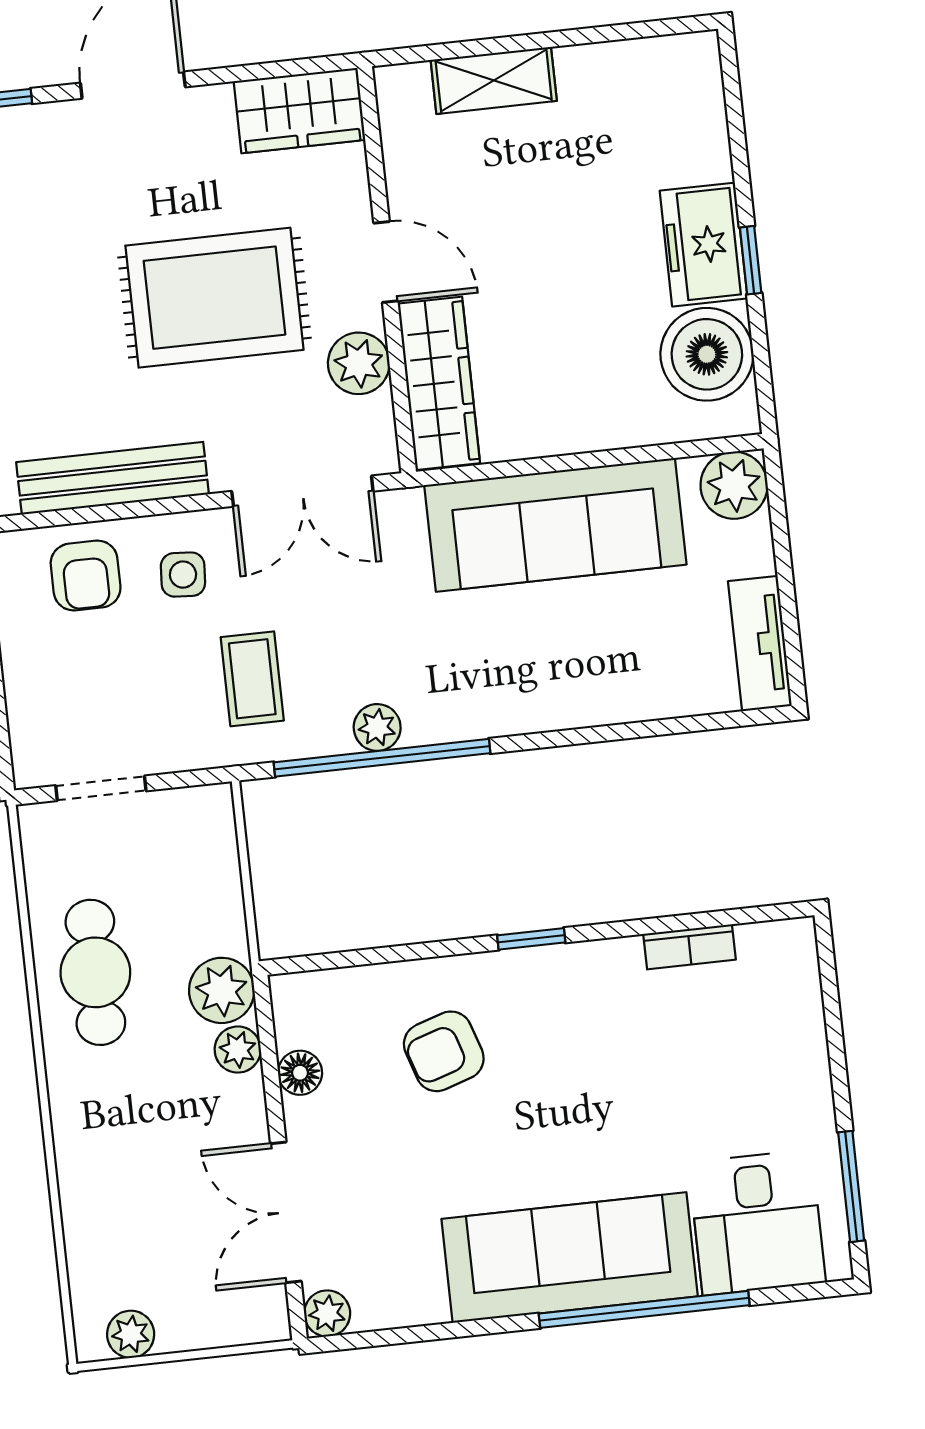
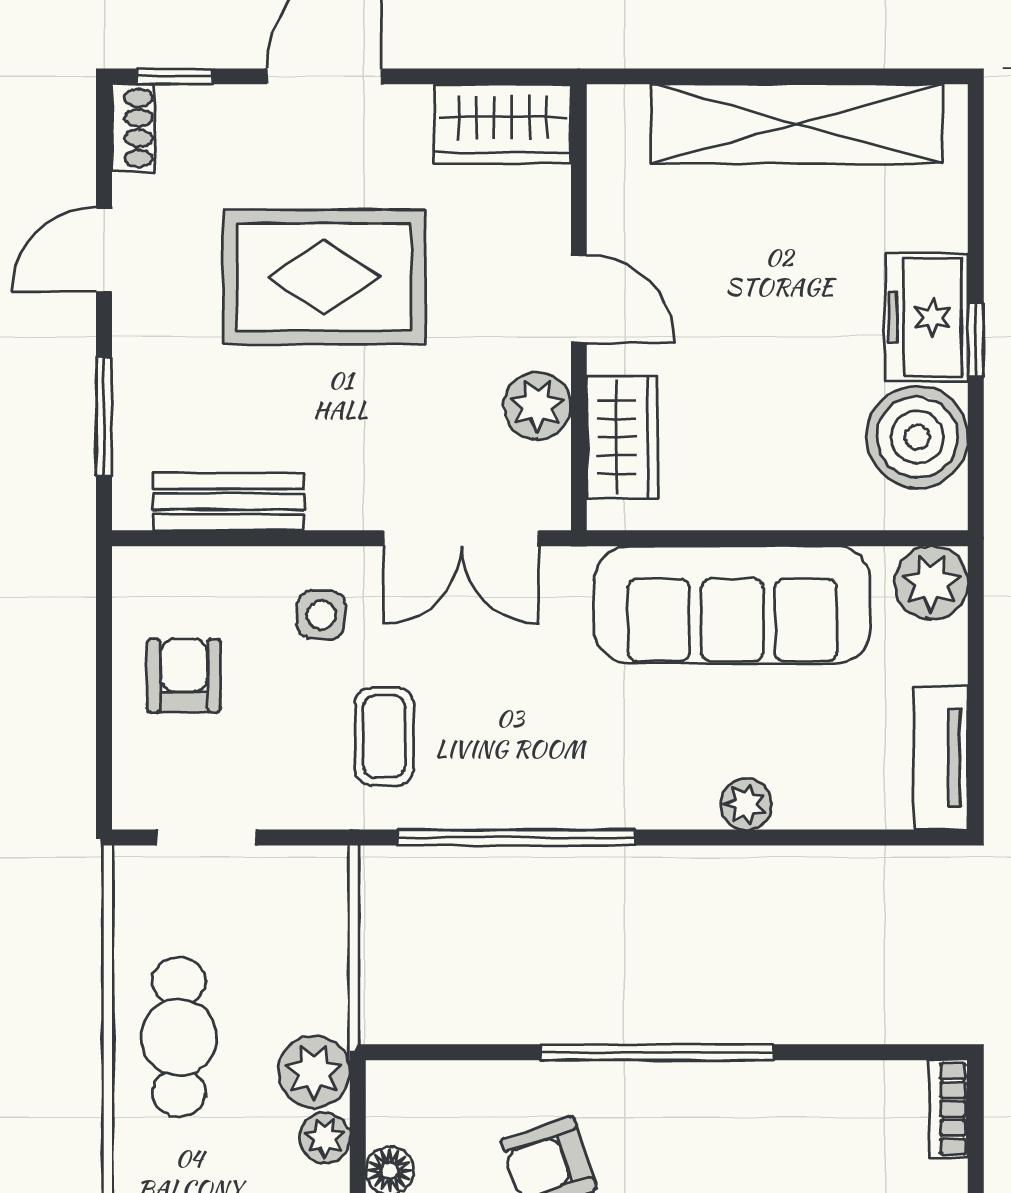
shelving: (494, 80) -> (797, 124), width x2.20, depth x1.33
rug: (214, 298) -> (324, 277), moved
wardrobe: (439, 383) -> (622, 437), width x0.67
bench: (113, 478) -> (228, 502), width x0.73
armchair: (86, 576) -> (184, 676), moved, turned 180
plant: (377, 727) -> (746, 804), moved
window: (531, 939) -> (657, 1052), width x3.17
bookcase: (689, 947) -> (948, 1109), moved, turned 90

